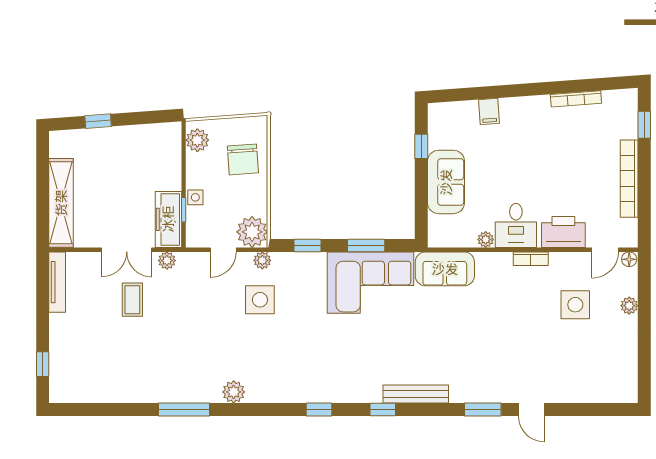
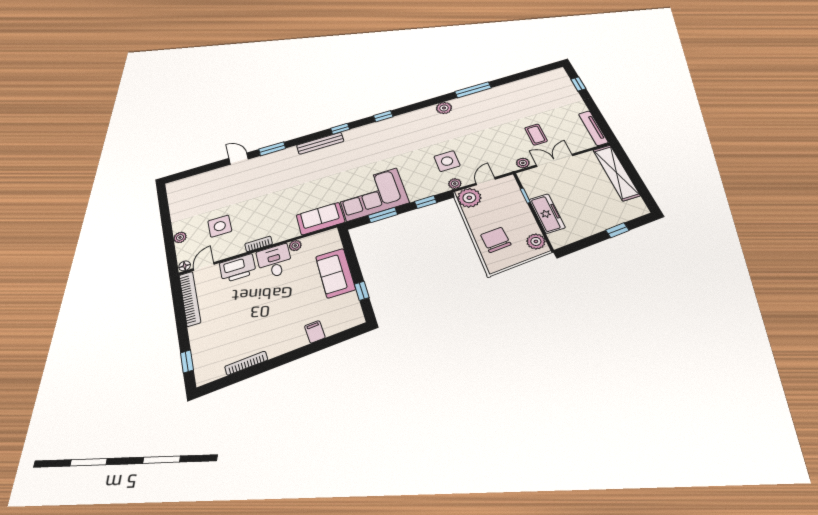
bookcase: (629, 179) -> (190, 299), moved
side table: (195, 197) -> (520, 206), removed
freezer: (168, 219) -> (547, 213), moved

